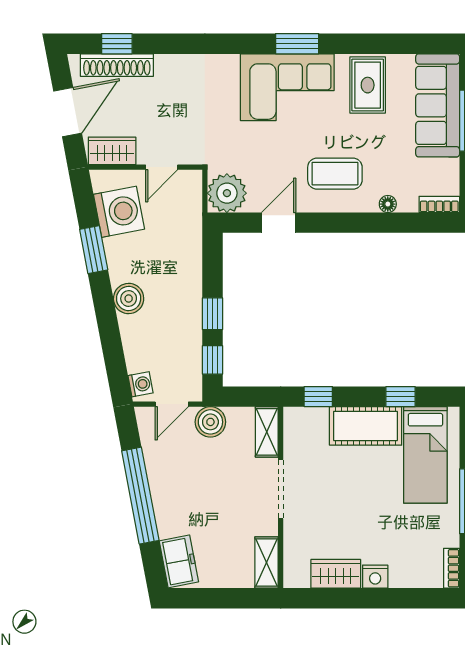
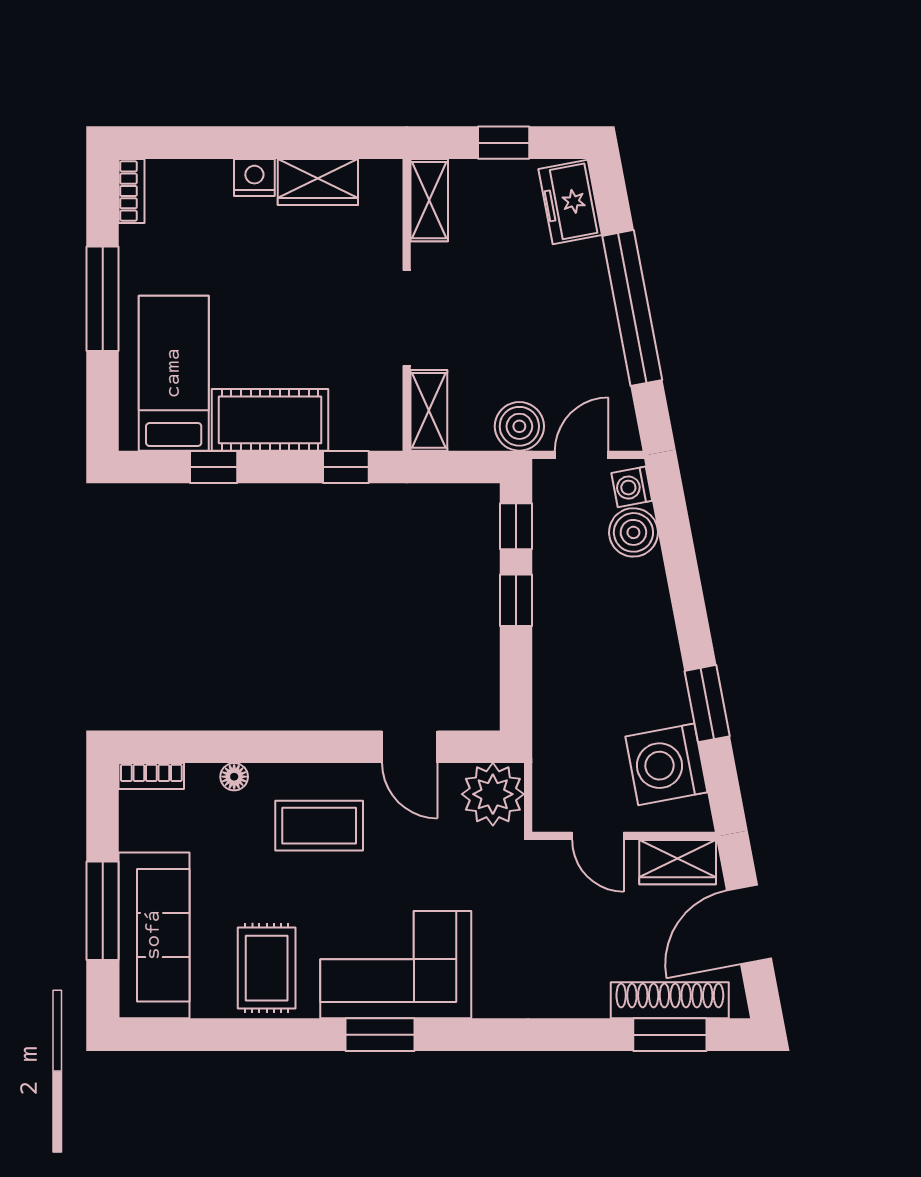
window: (117, 44) -> (670, 1035), width x1.50
door: (162, 167) -> (598, 836), swing flipped
door: (279, 223) -> (410, 747), hinge flipped
boiler: (129, 299) -> (633, 532), moved
window: (220, 598) -> (504, 143), added

